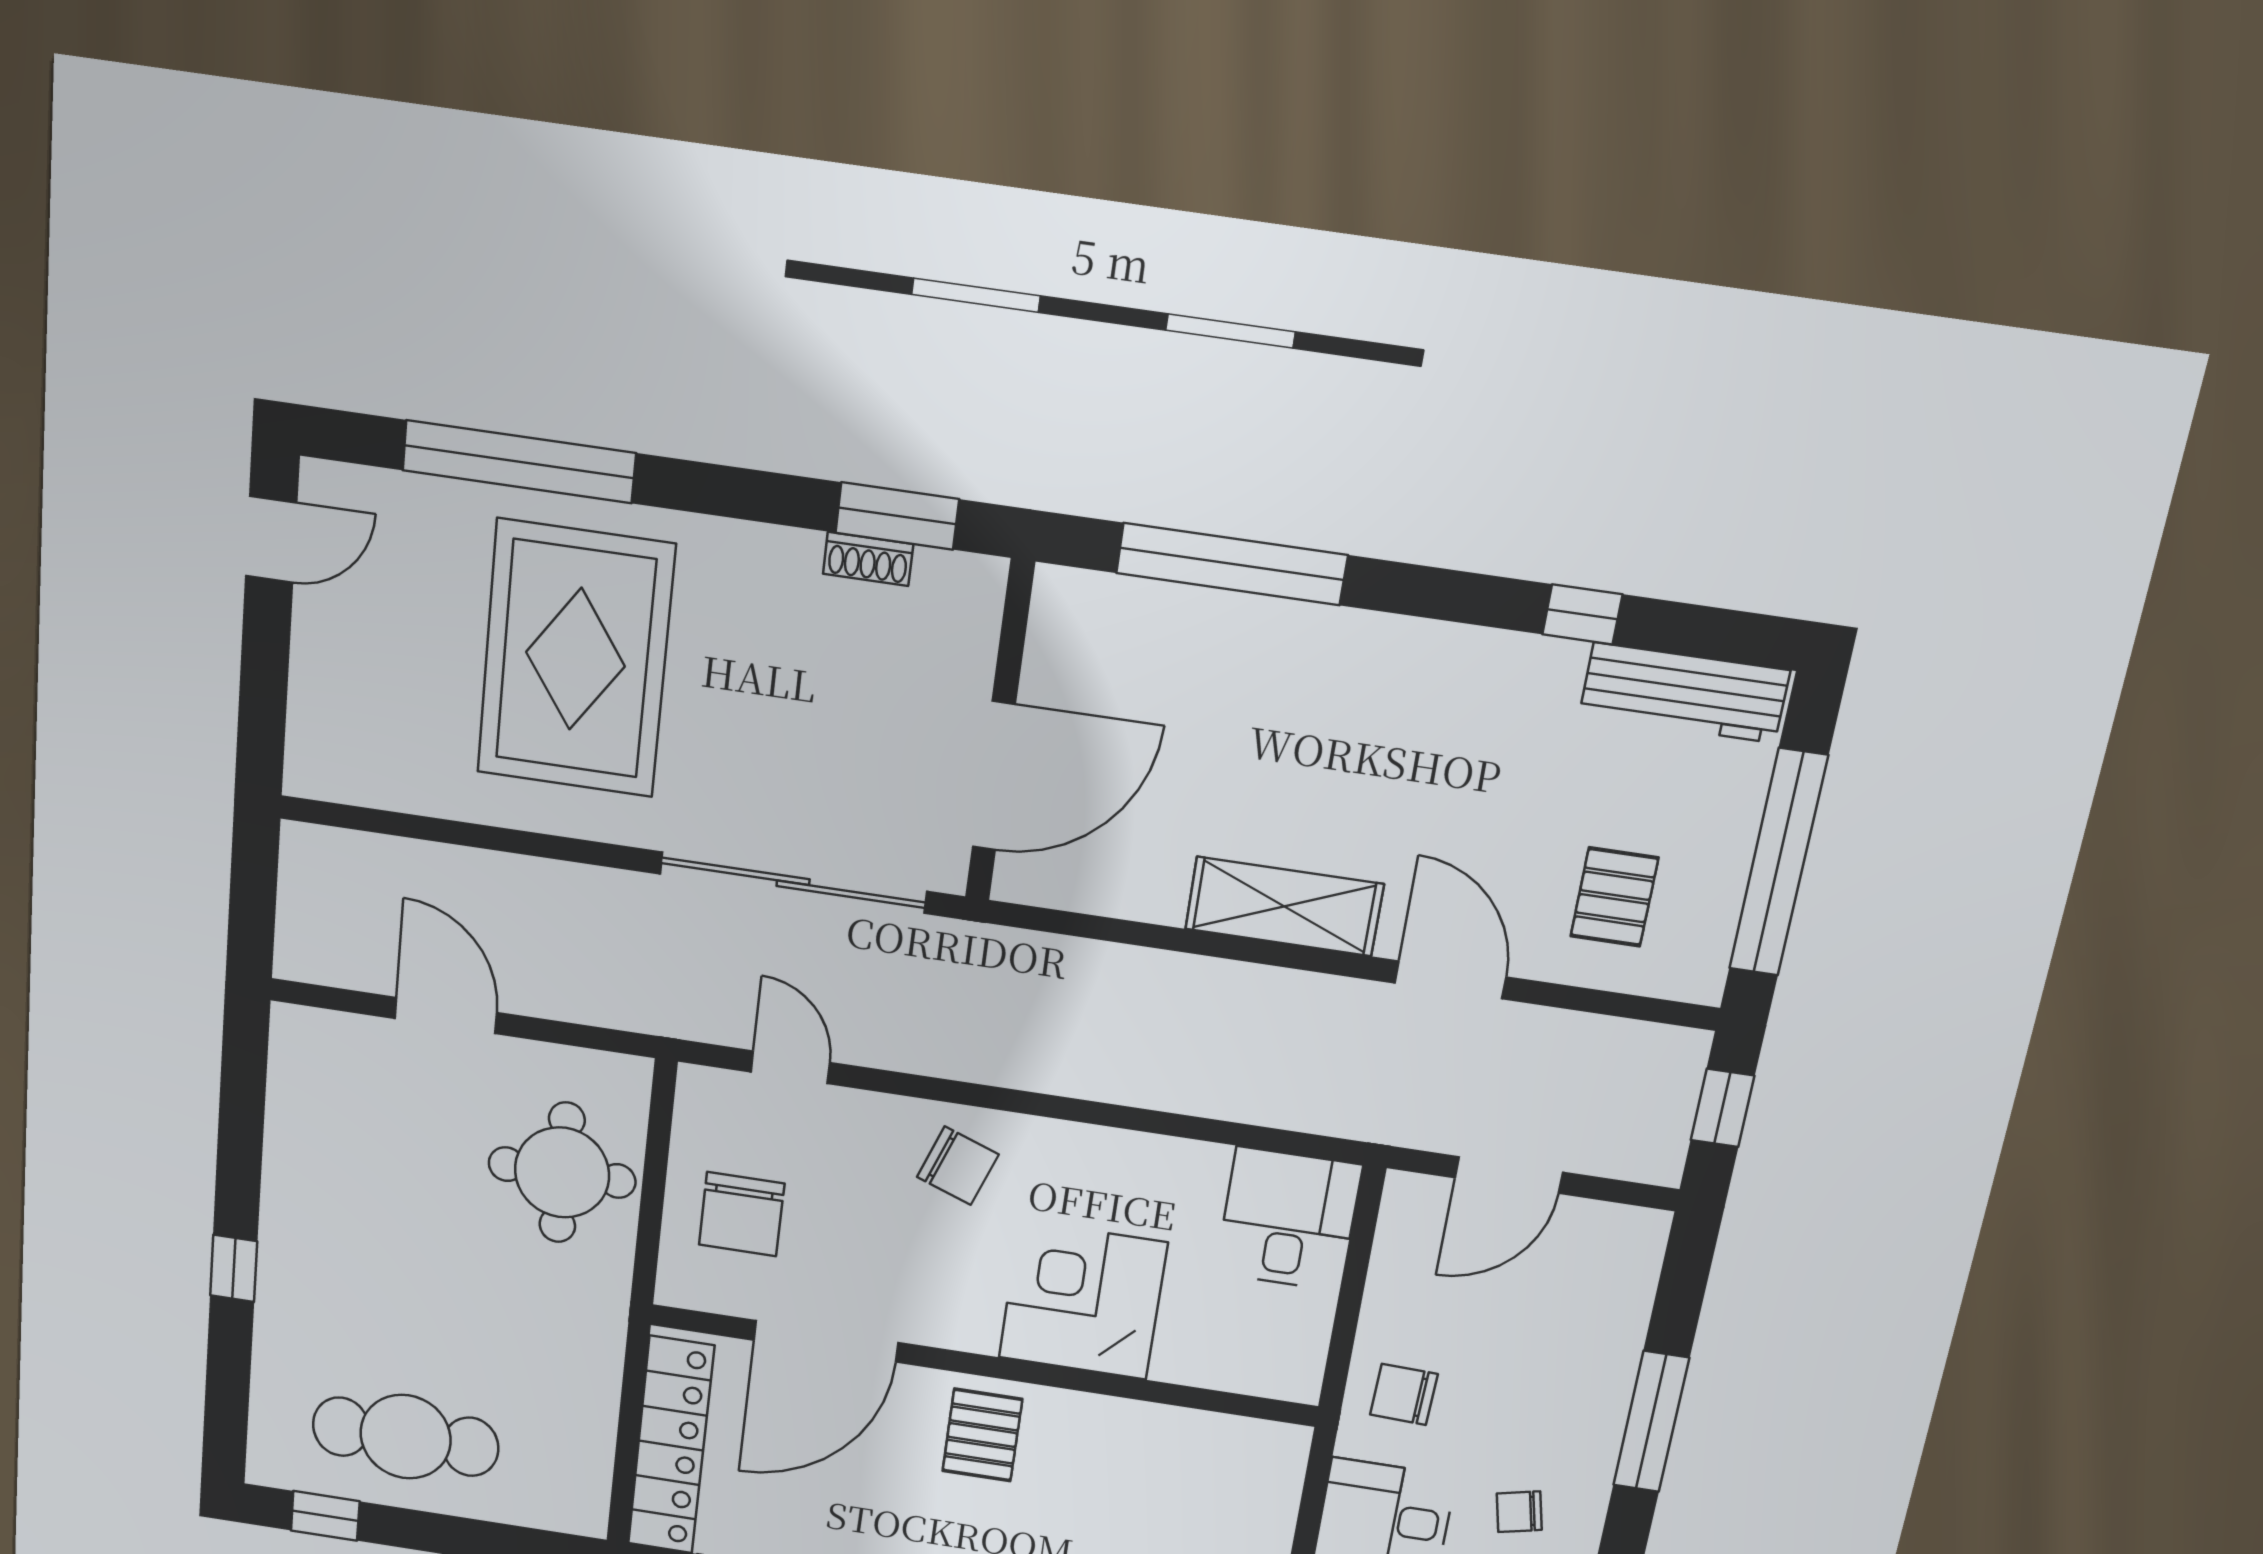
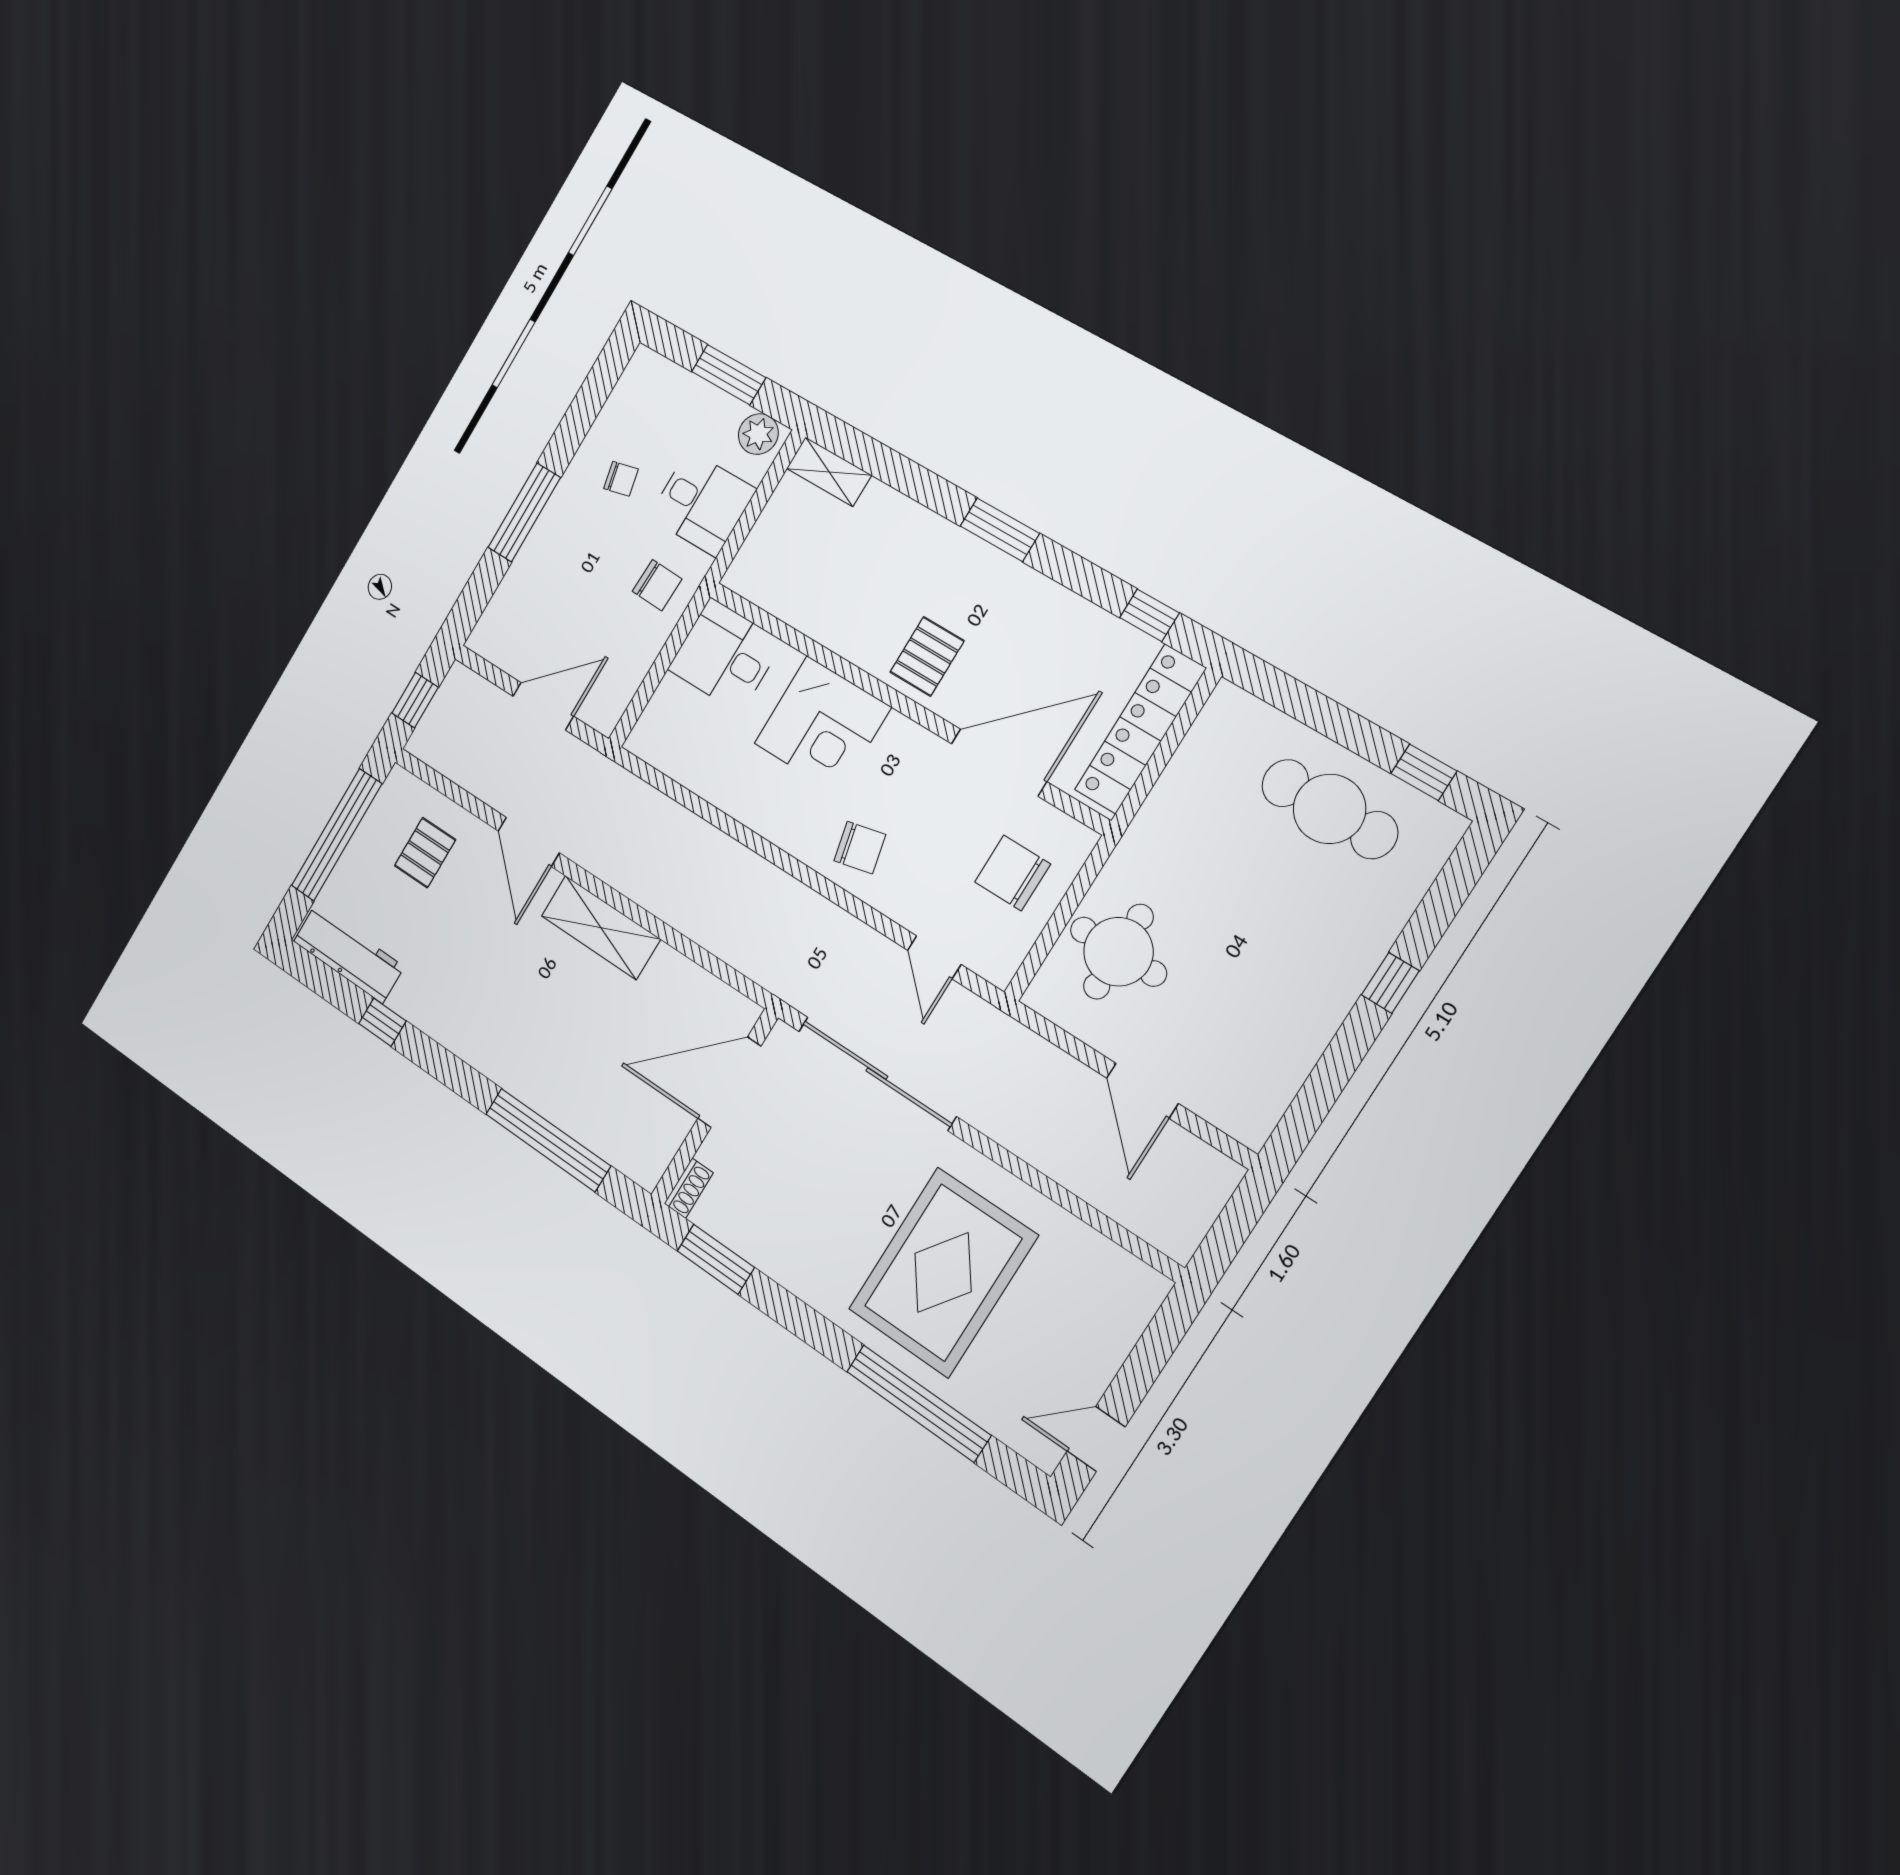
shoe rack: (868, 559) -> (689, 1188), moved, turned 90
chair: (958, 1166) -> (860, 848), turned 147
chair: (742, 1214) -> (1013, 873), turned -90
desk: (1288, 1219) -> (725, 656), moved, turned 90

